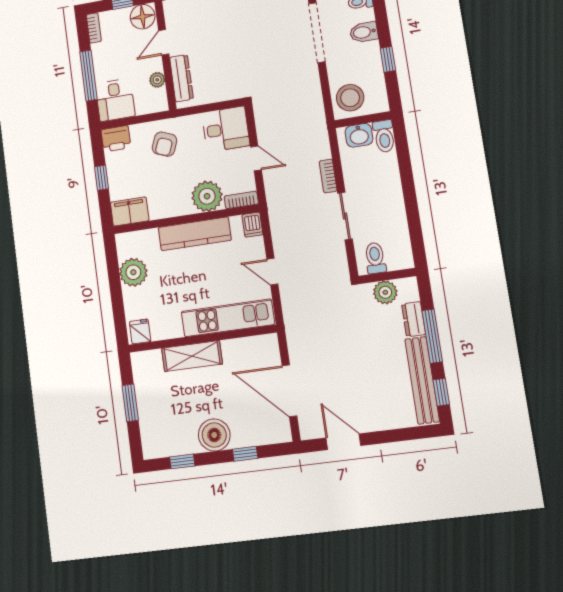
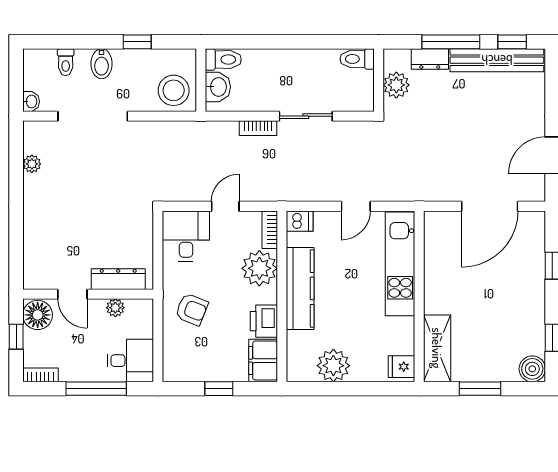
printer: (116, 139) -> (264, 321), moved, turned 180
toilet: (375, 258) -> (357, 59), moved
shelving: (192, 356) -> (437, 348), moved
boiler: (214, 435) -> (532, 369), moved, width x0.73, depth x0.73

